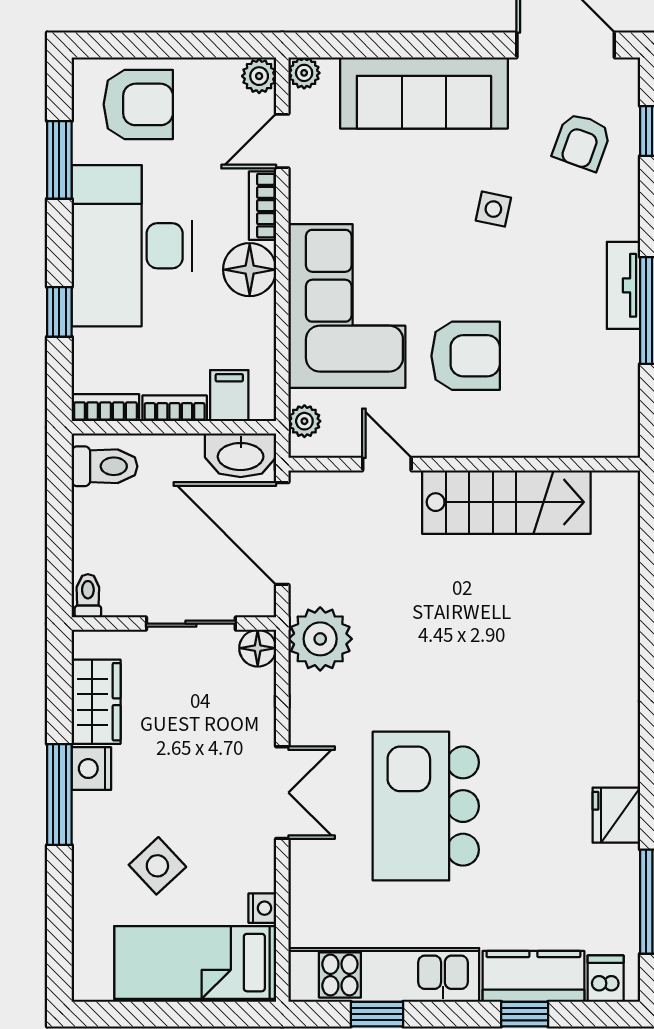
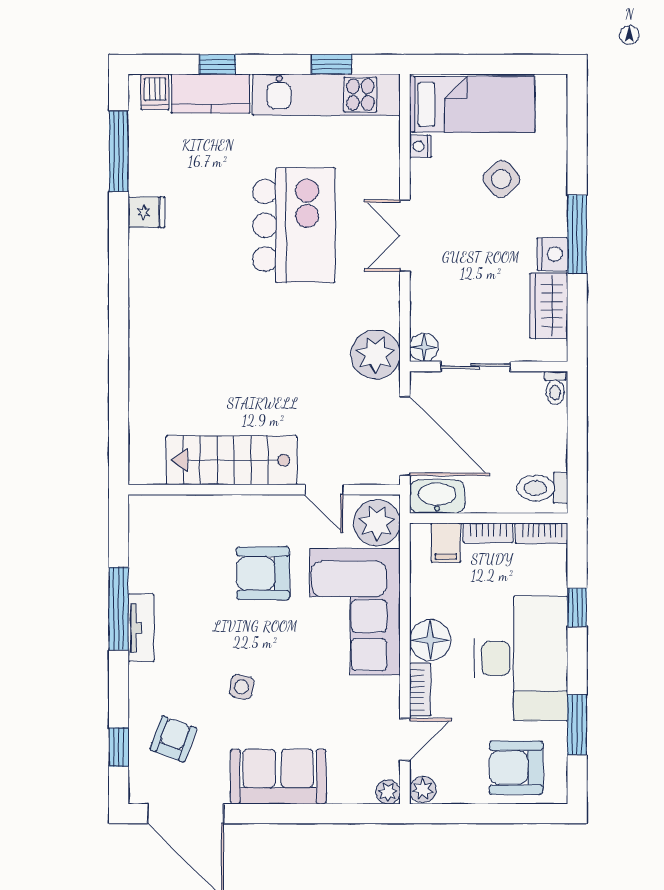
sofa: (424, 93) -> (278, 777), width x0.73
plant: (304, 421) -> (377, 523), width x1.88, depth x1.88
fridge: (616, 815) -> (147, 212), width x0.72

